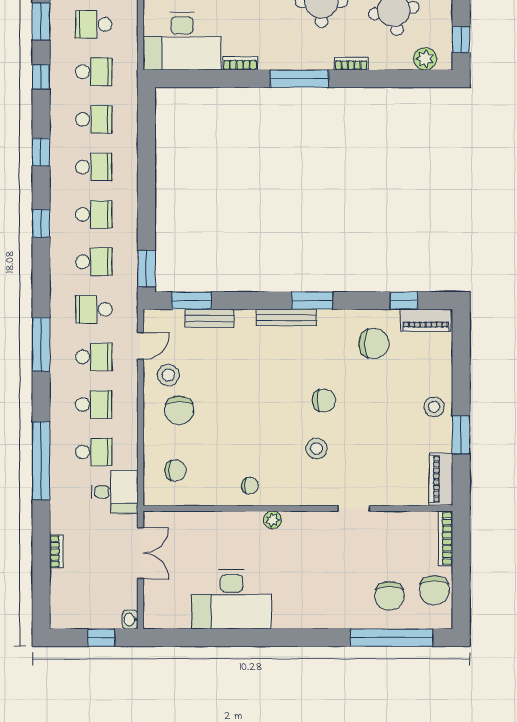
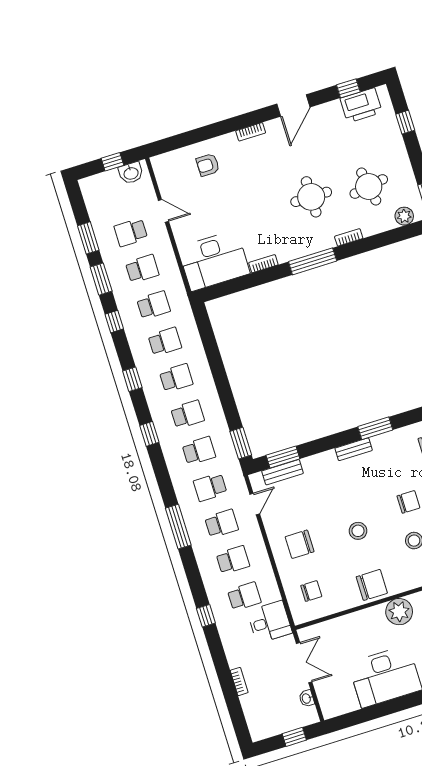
school desk: (94, 24) -> (142, 269), turned 180
bench: (286, 317) -> (354, 449), width x0.73
bench: (209, 318) -> (282, 472), moved
stool: (168, 375) -> (358, 531), moved
chair: (179, 410) -> (300, 544), turned 90
window: (41, 461) -> (206, 616), width x0.32
chair: (250, 486) -> (372, 585), width x1.87, depth x1.87
plant: (272, 520) -> (399, 612), width x1.87, depth x1.87
washbasin: (130, 620) -> (307, 698), moved

